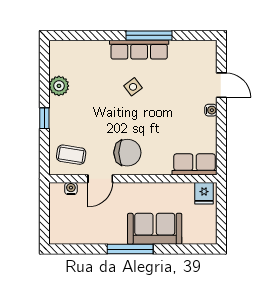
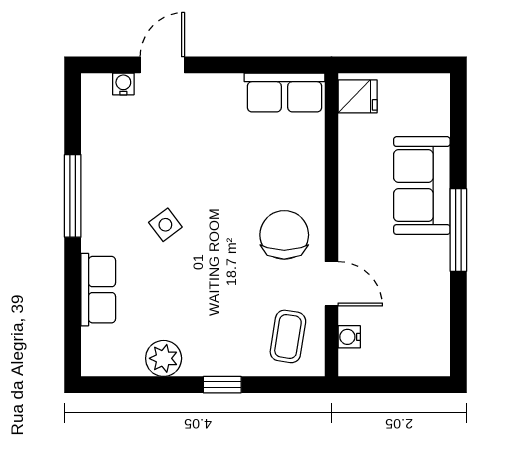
row of seats: (139, 50) -> (98, 290), moved, width x0.68
water cooler: (211, 110) -> (123, 84), moved
row of seats: (195, 164) -> (284, 93), moved, turned -90

